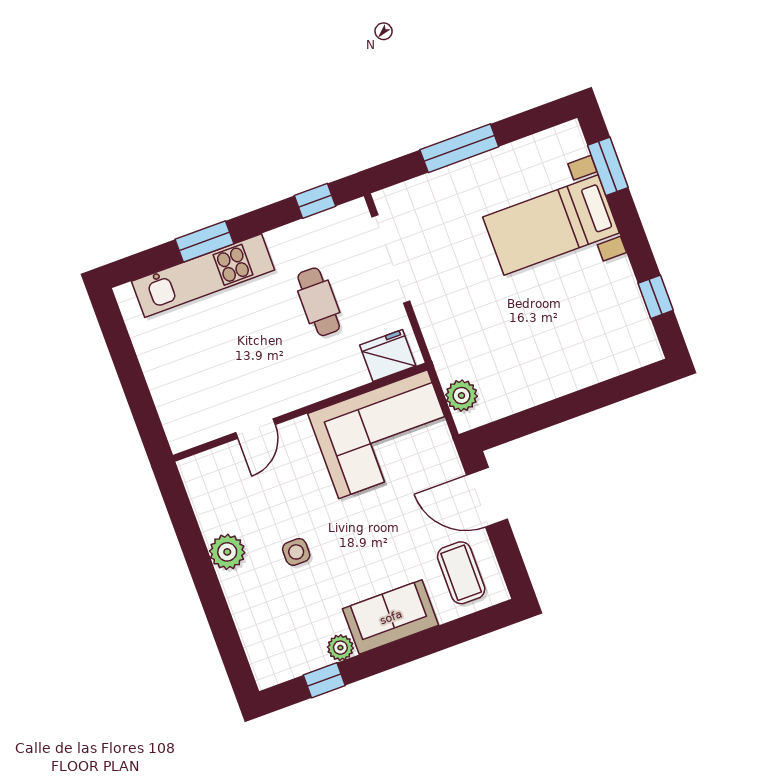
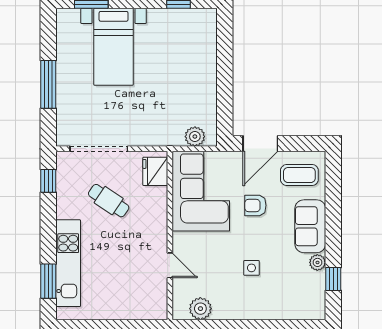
window: (204, 241) -> (48, 281), moved
cafe table: (319, 302) -> (109, 201), turned 34
armchair: (392, 524) -> (255, 205), added
plant: (227, 552) -> (200, 309), moved

